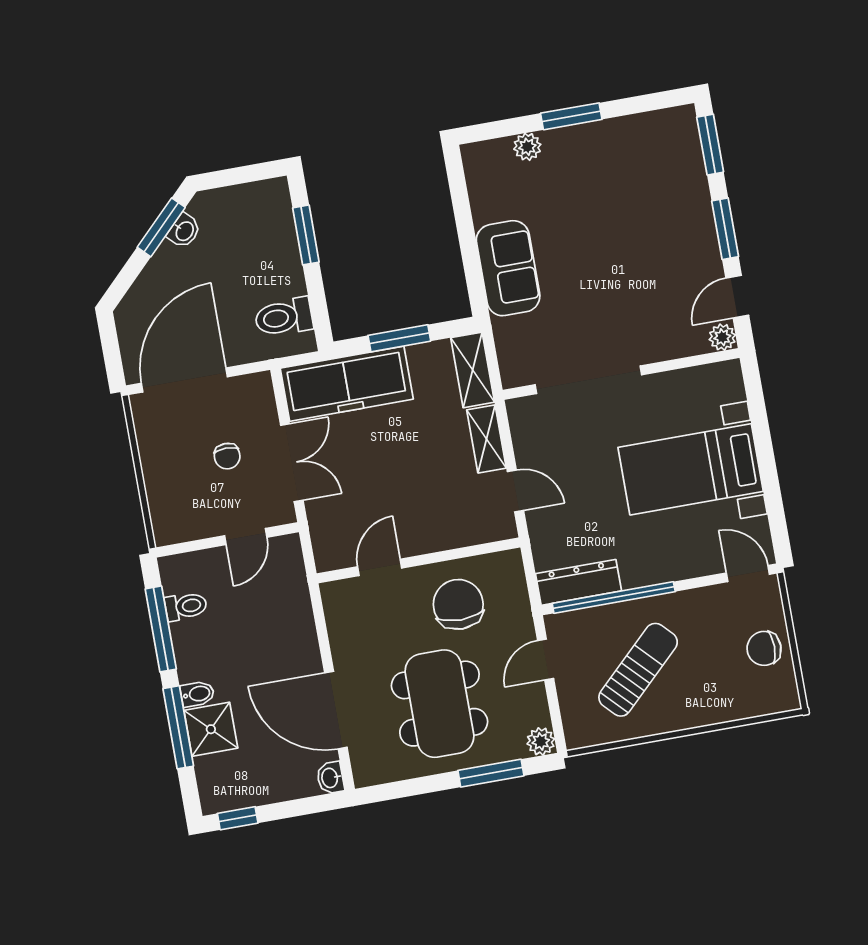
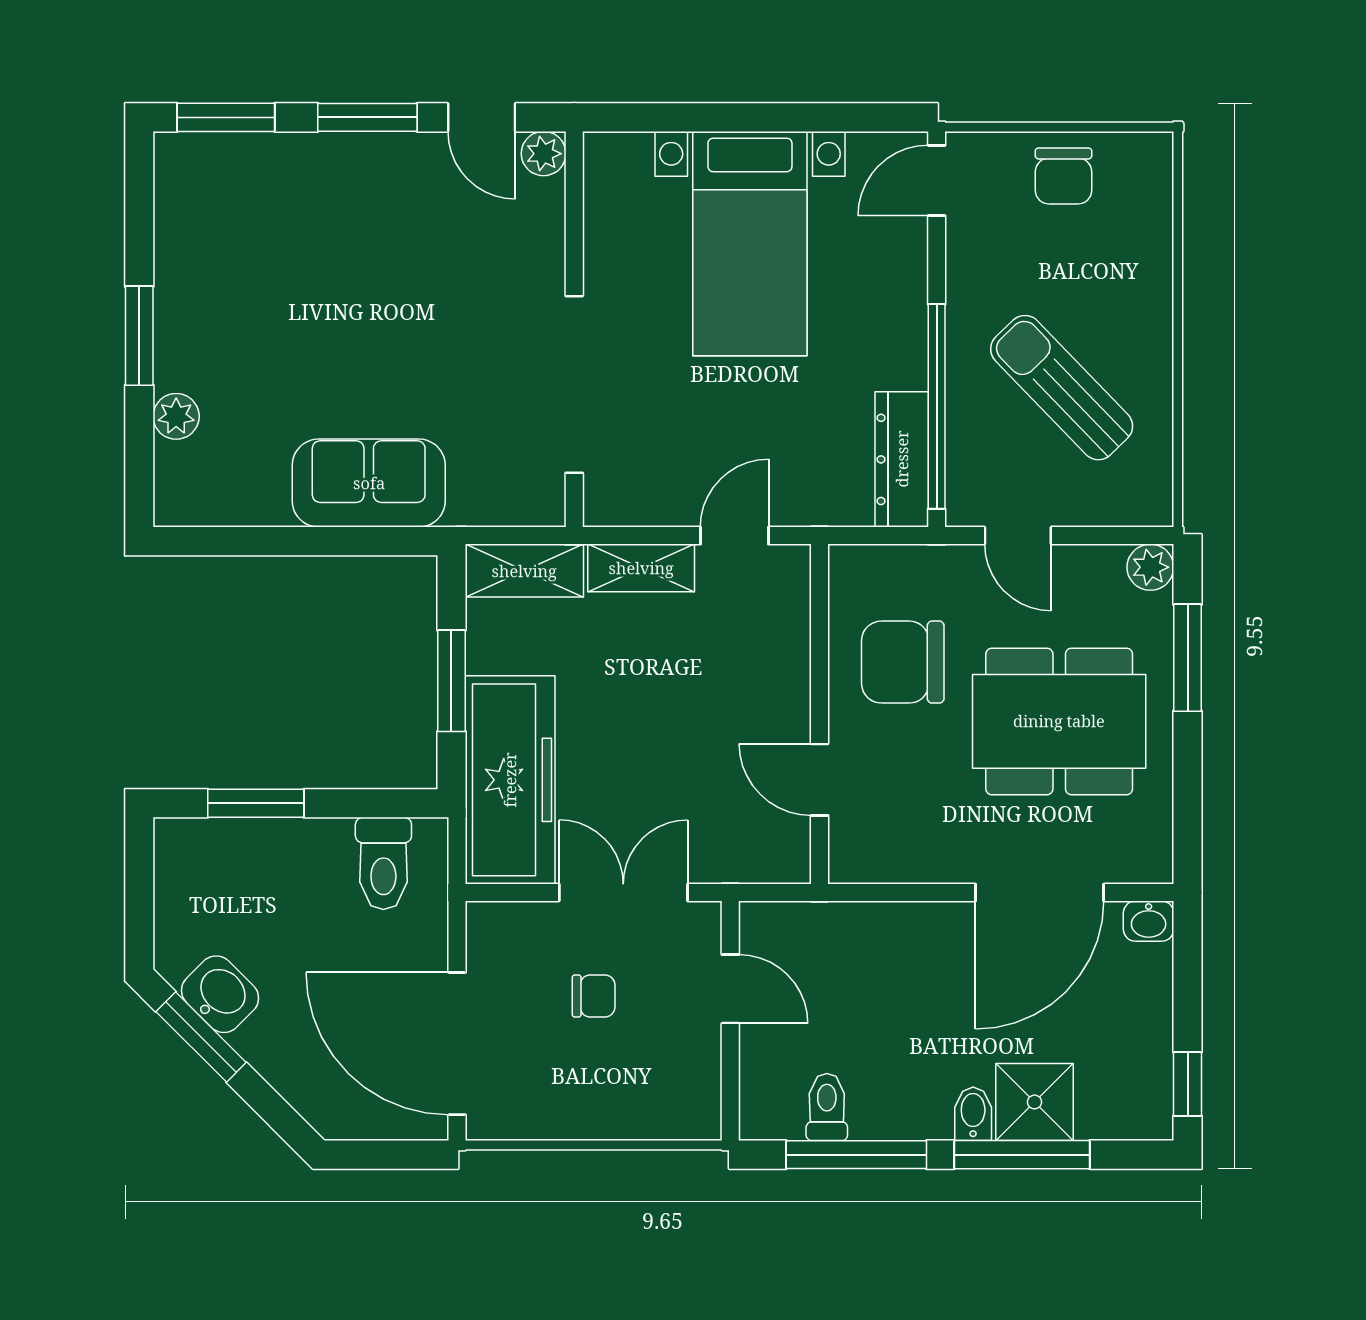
washbasin: (184, 231) -> (220, 994), width x1.38, depth x1.45

